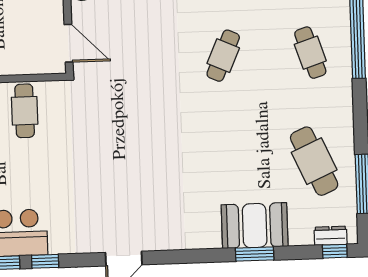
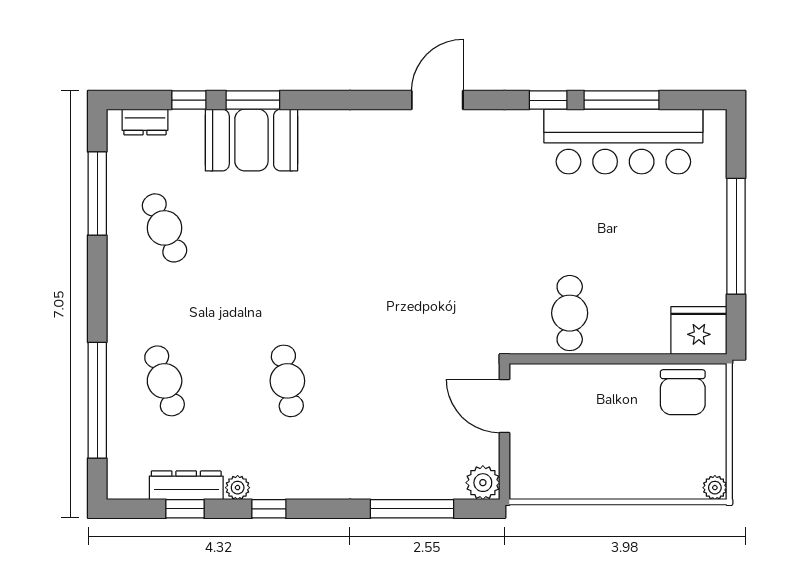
cafe table: (223, 56) -> (287, 381), turned -33
cafe table: (314, 161) -> (165, 228), width x0.73, depth x0.74
window: (335, 251) -> (189, 100), moved

